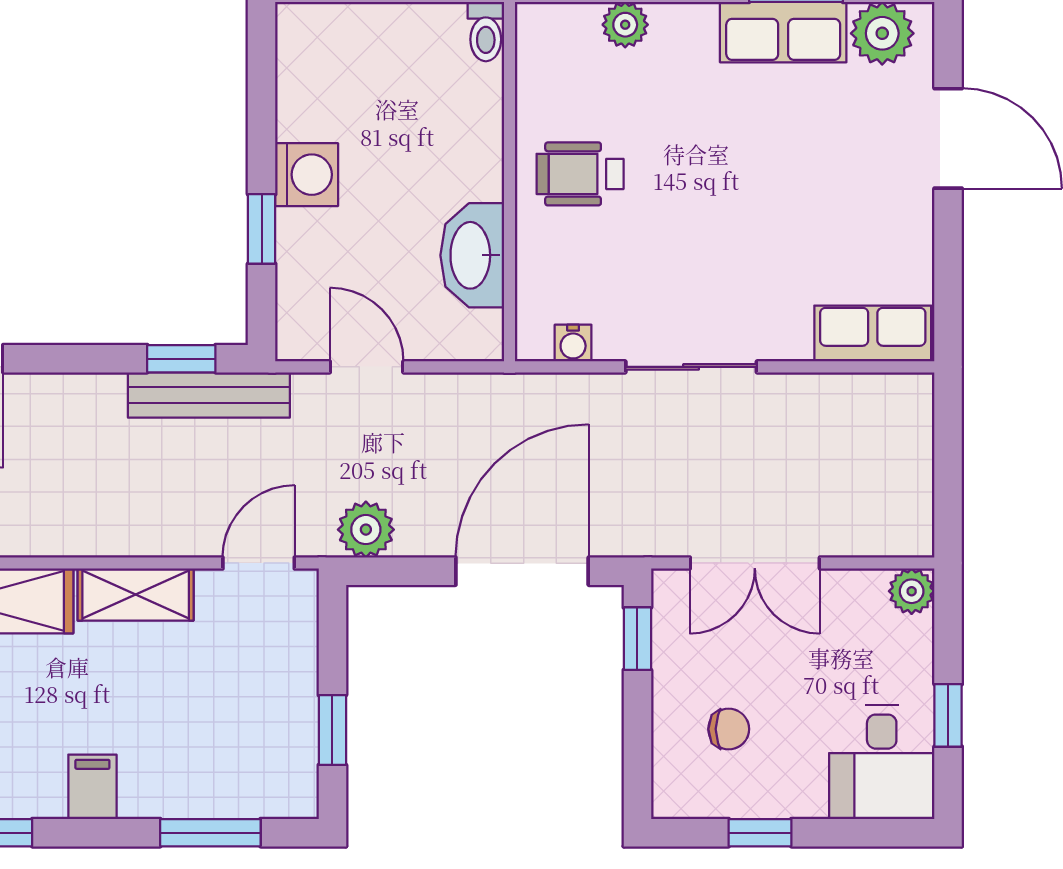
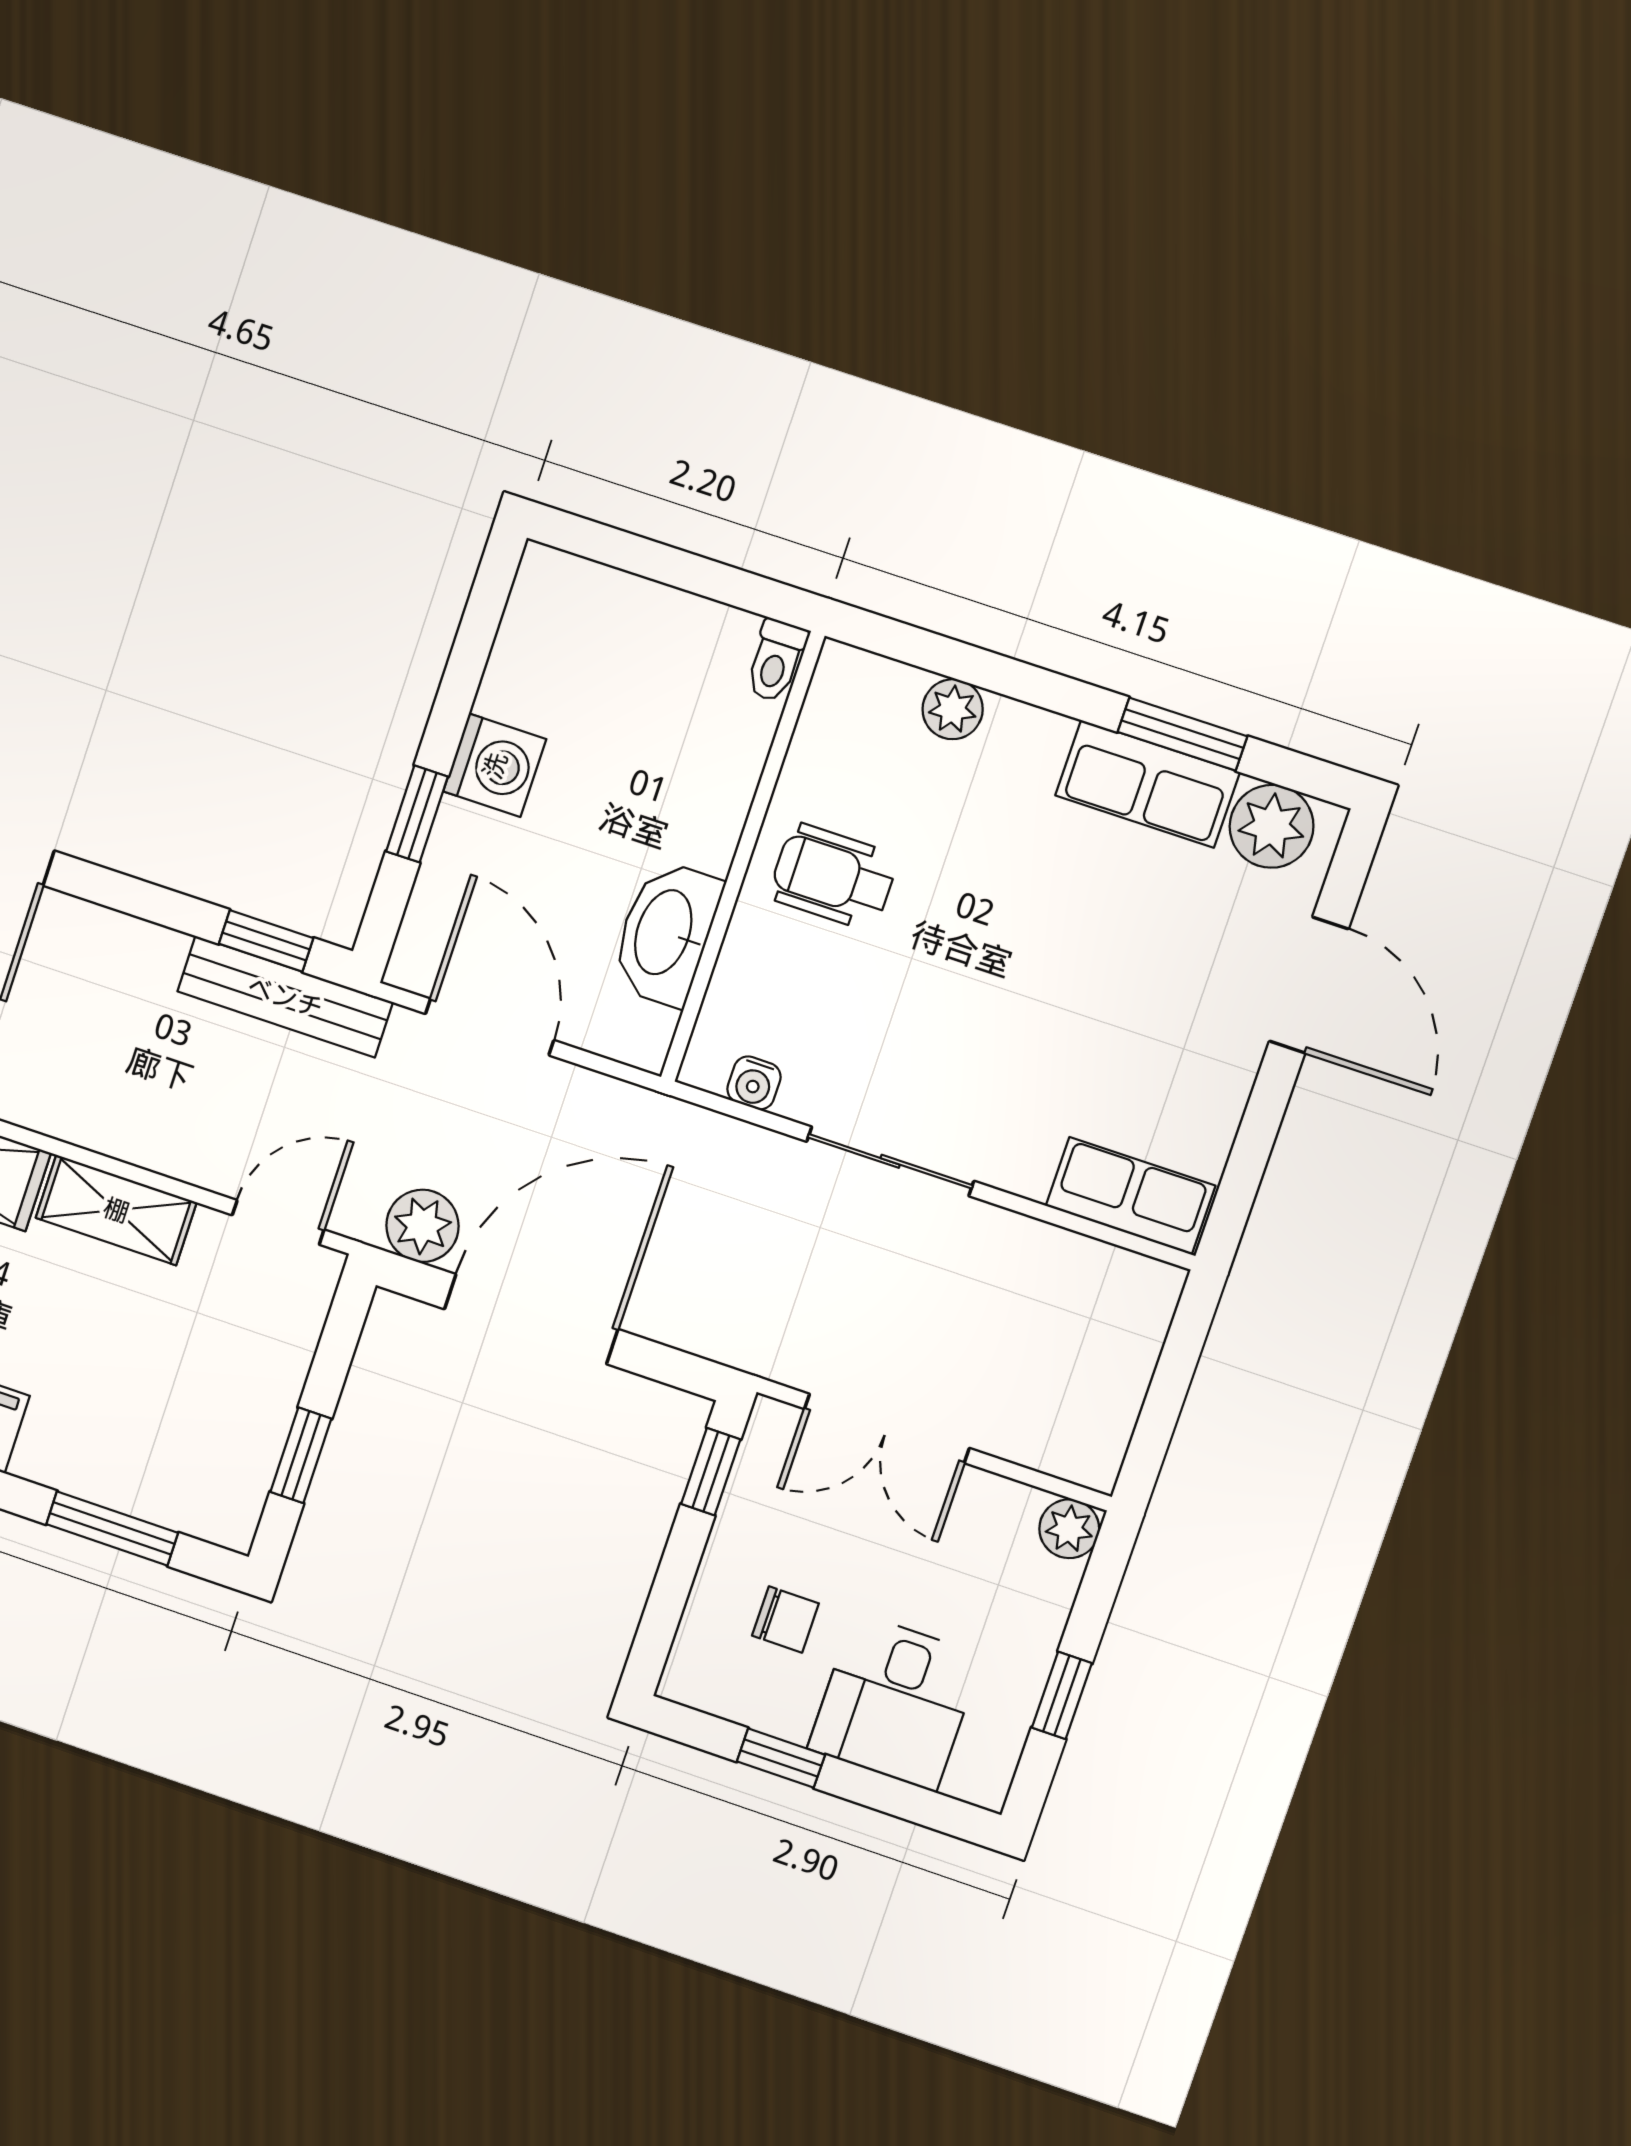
door: (367, 367) -> (490, 1027), width x1.38
door: (522, 571) -> (531, 1319), moved
desk: (882, 762) -> (895, 1702), moved

